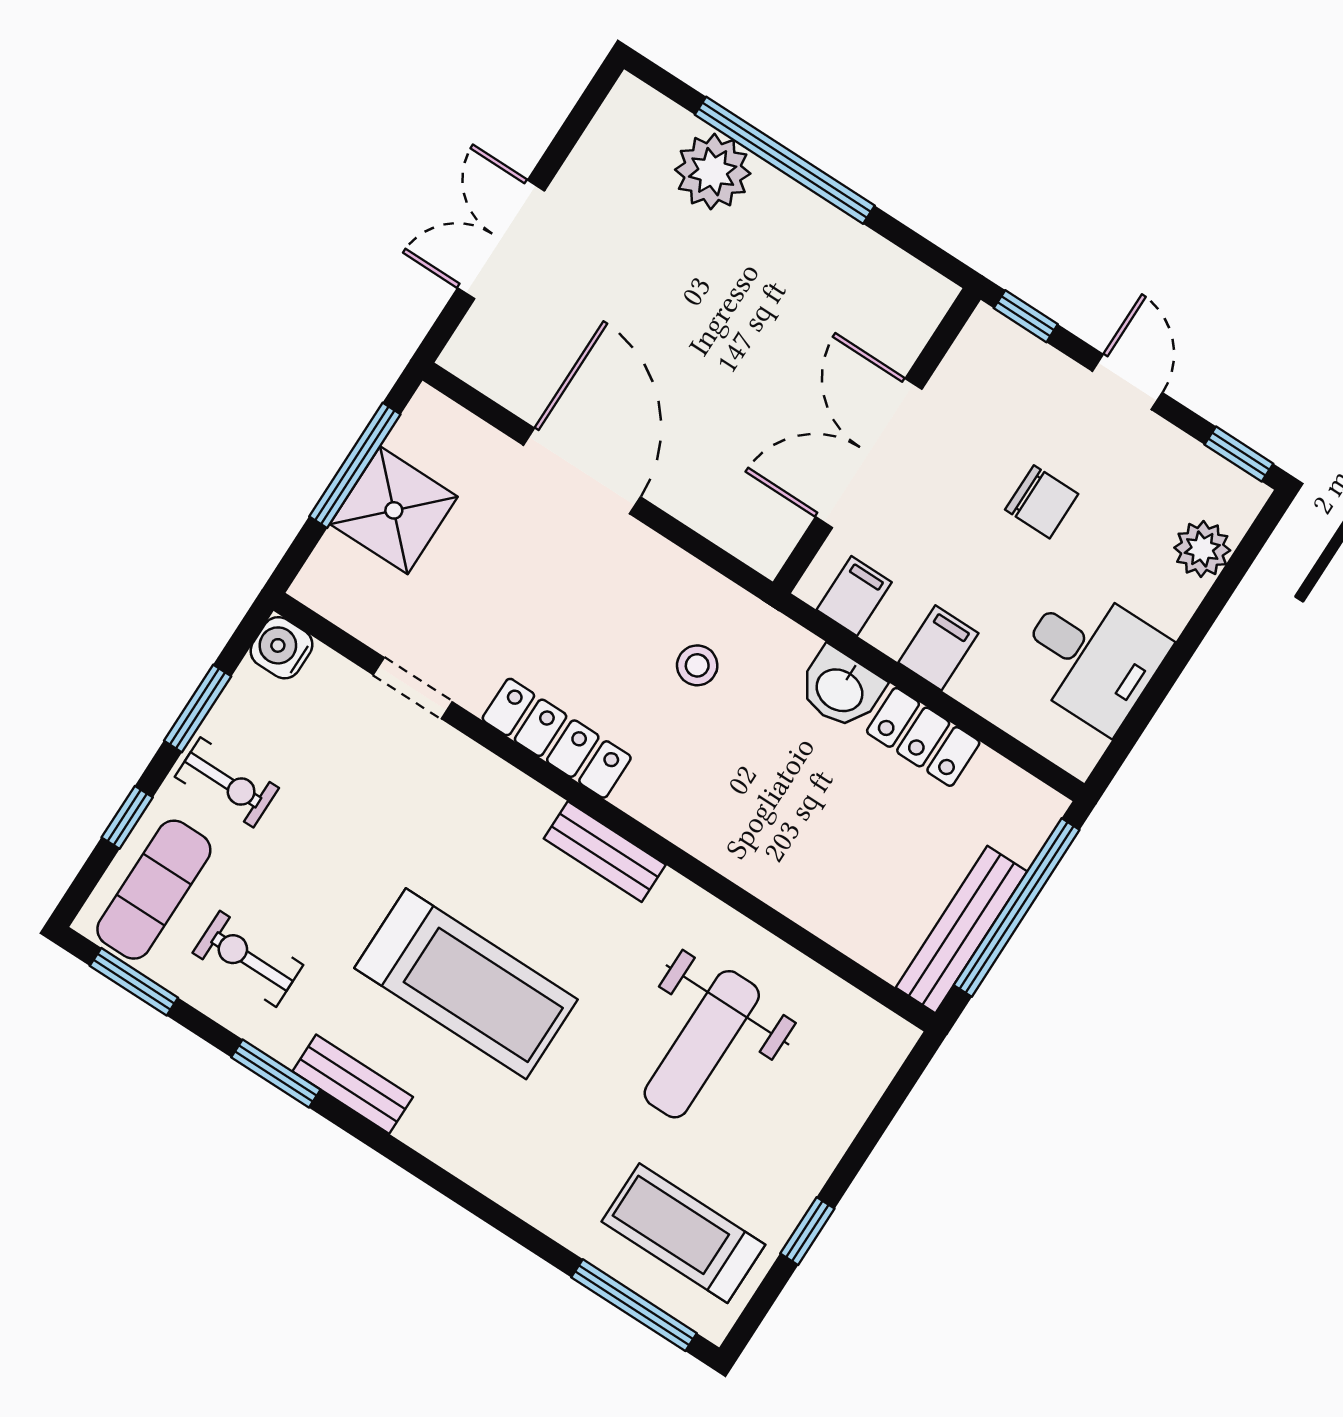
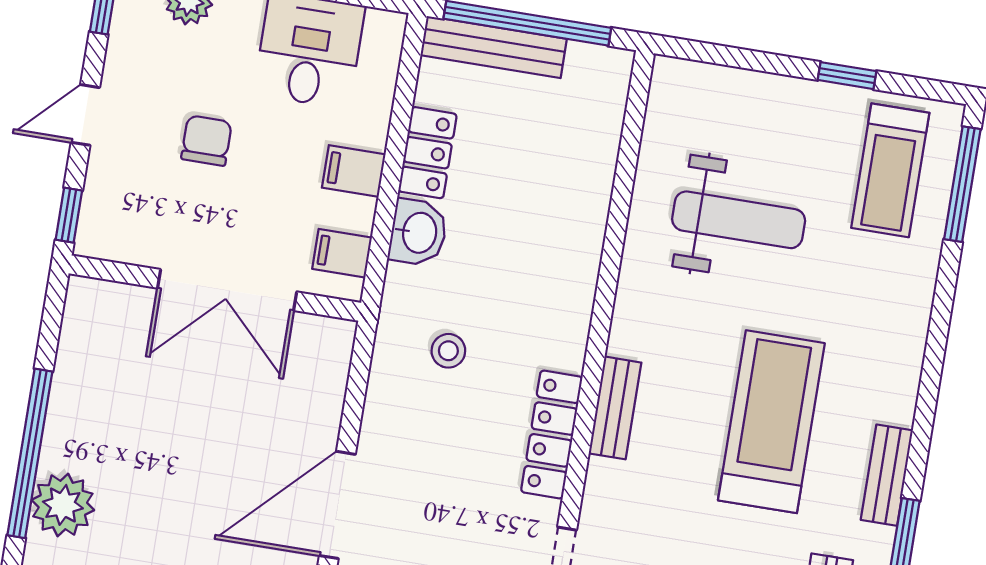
bench: (605, 852) -> (615, 408), moved
bench: (961, 930) -> (494, 47), moved

